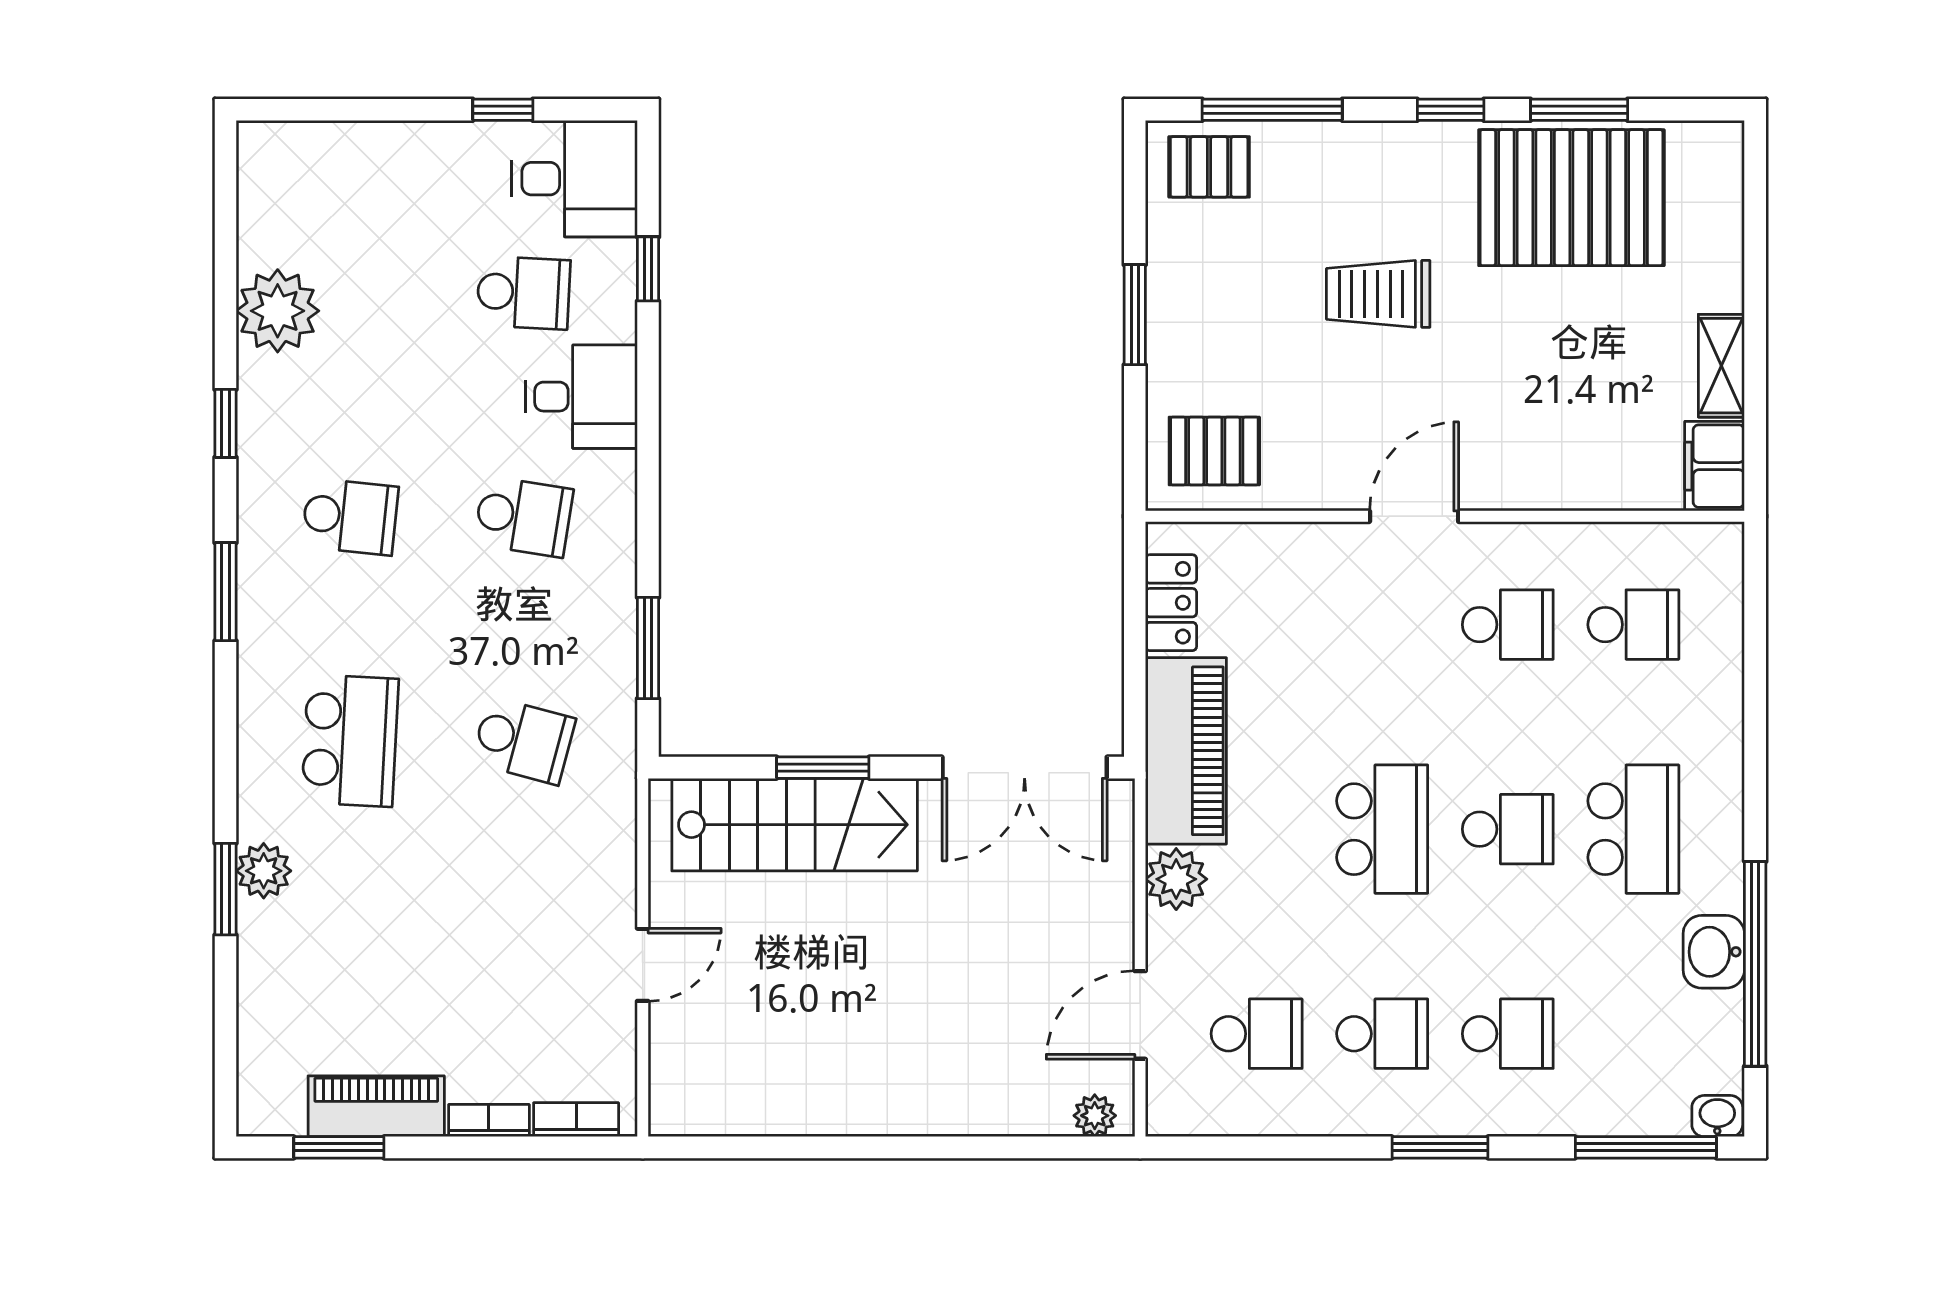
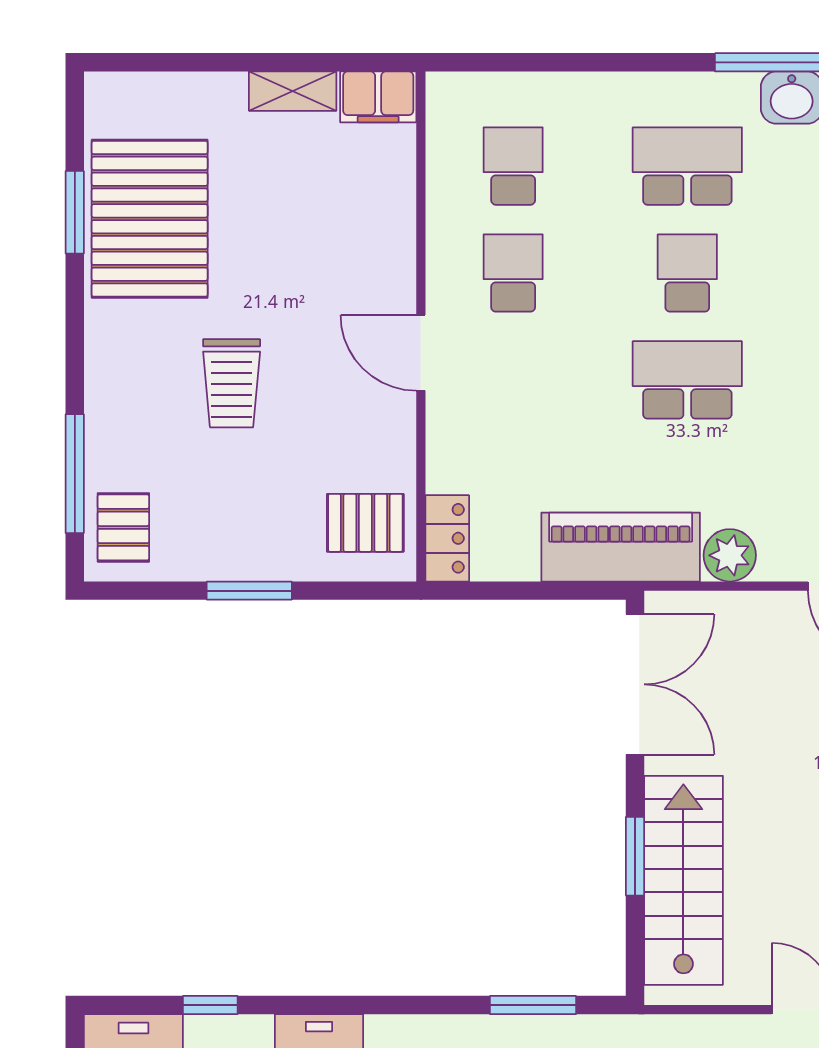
window: (1451, 110) -> (75, 322), removed
pallet: (1214, 451) -> (365, 523), turned 90
locker: (1171, 603) -> (447, 538), moved, turned 90

